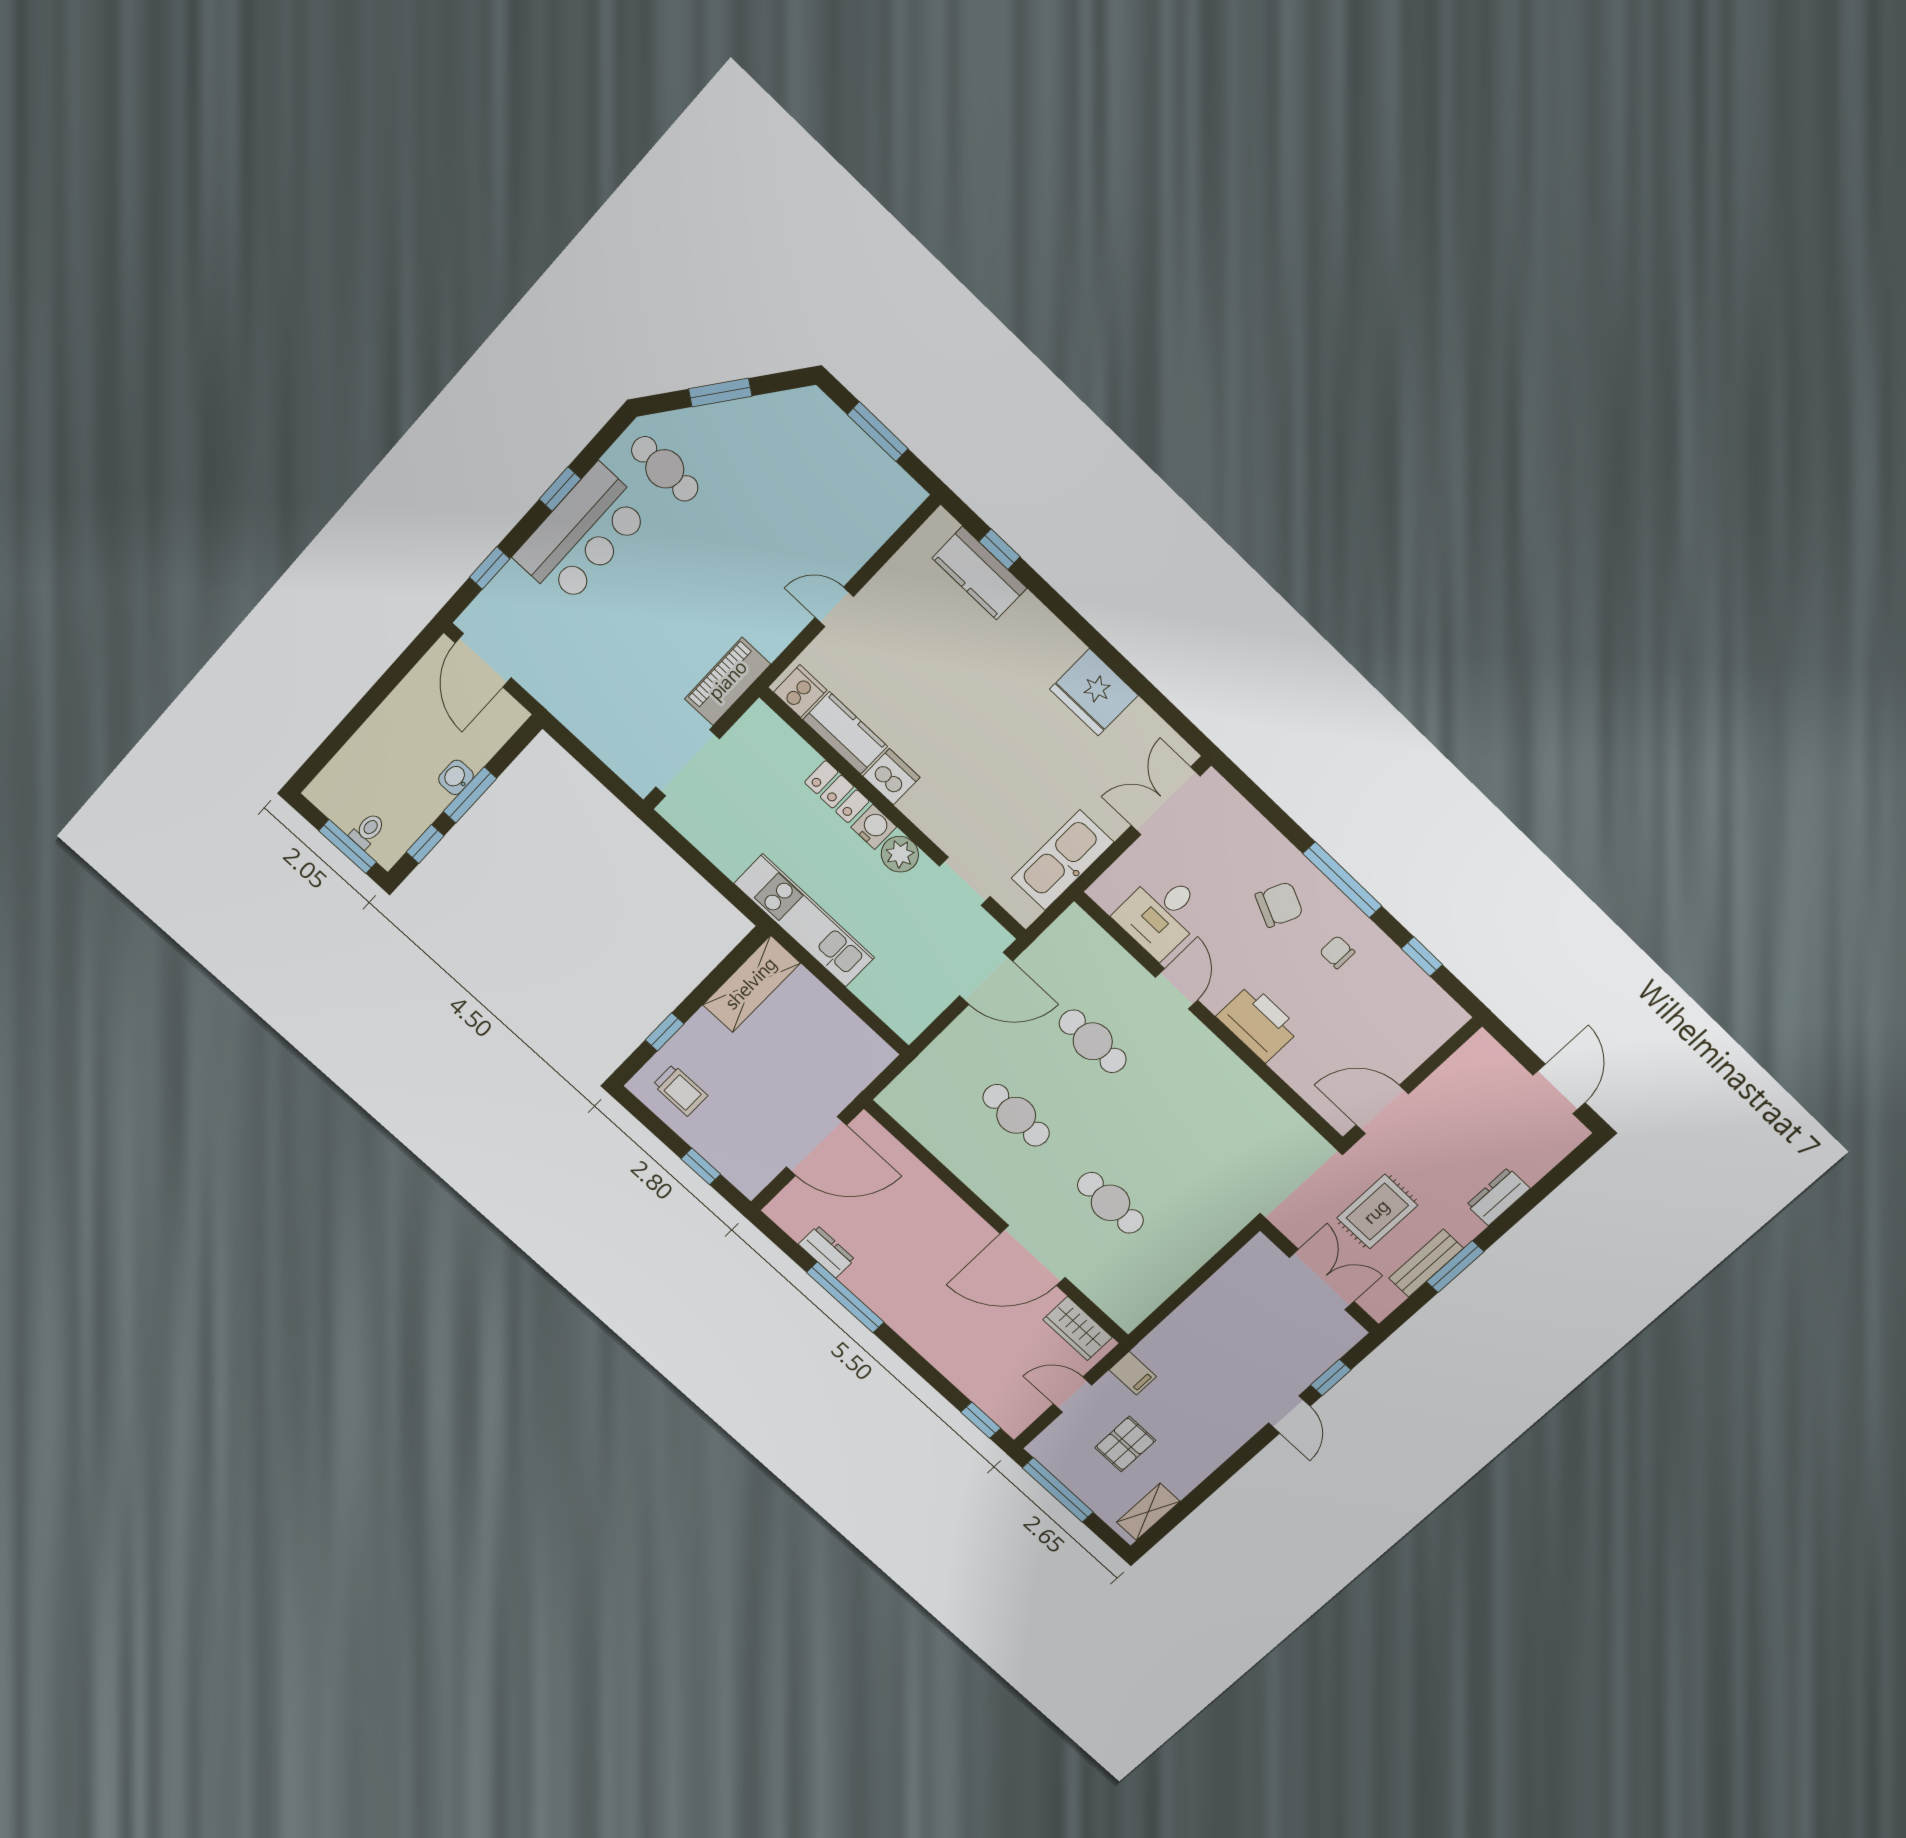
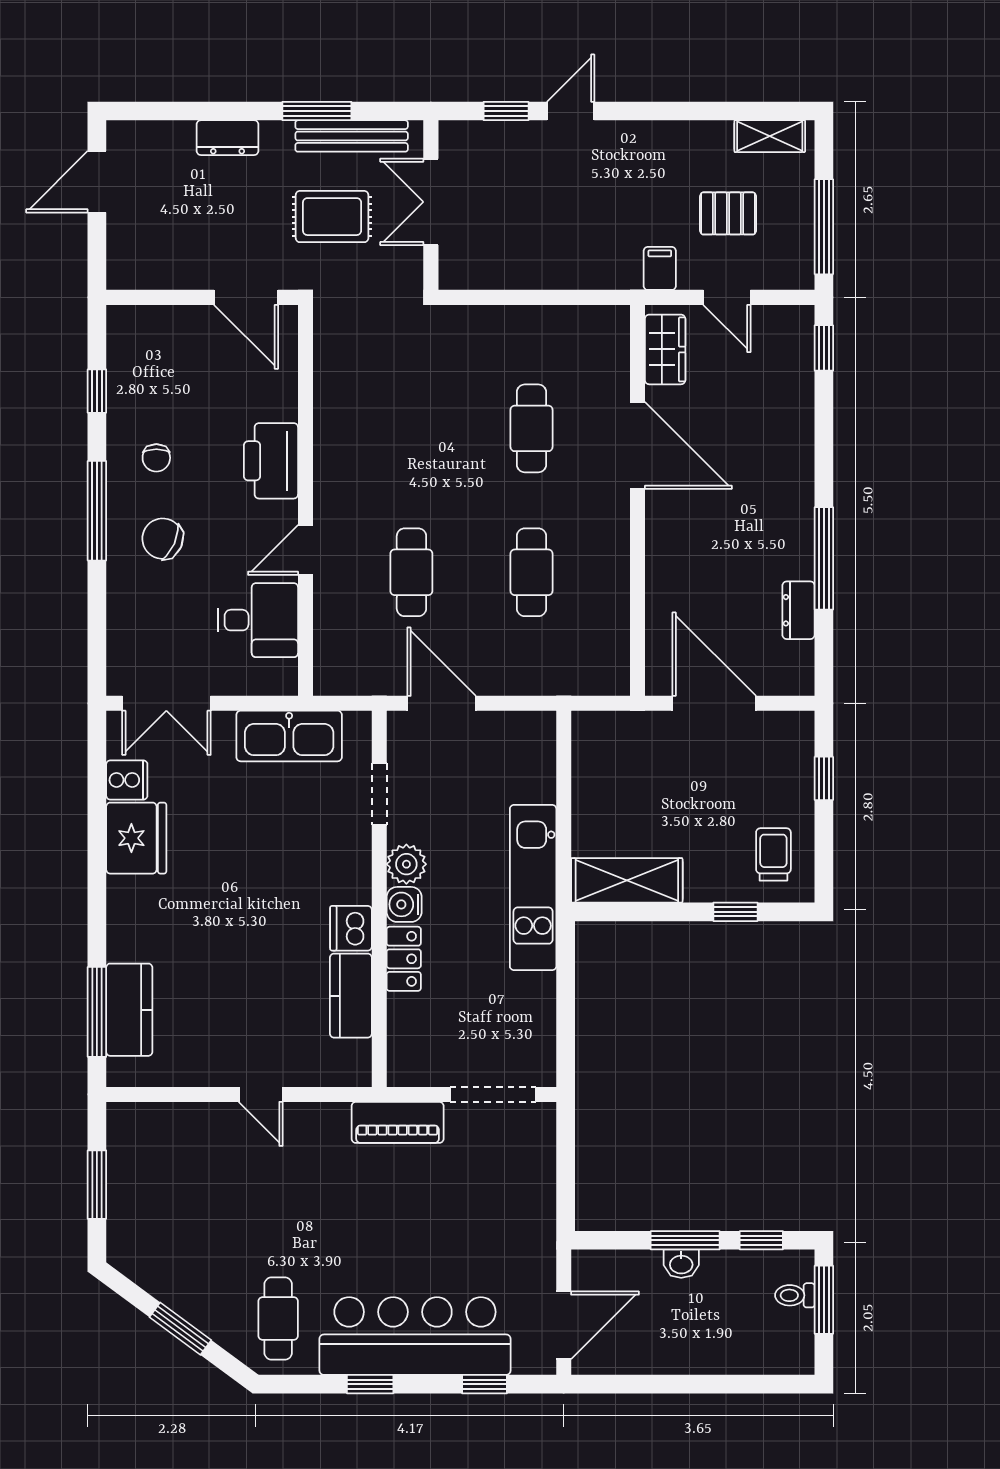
bar counter: (582, 535) -> (415, 1336), width x1.36
window: (999, 549) -> (97, 1012), width x2.17
cooker: (800, 691) -> (127, 780), moved, turned 180
bench: (1426, 1263) -> (352, 136), width x1.36

